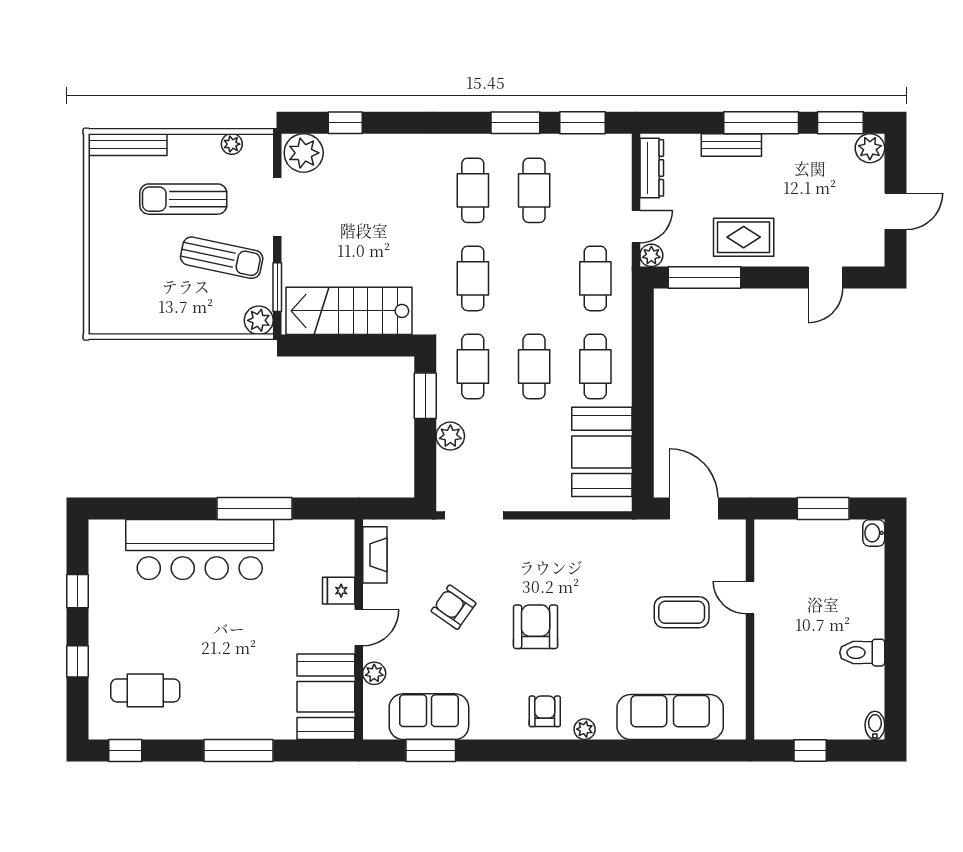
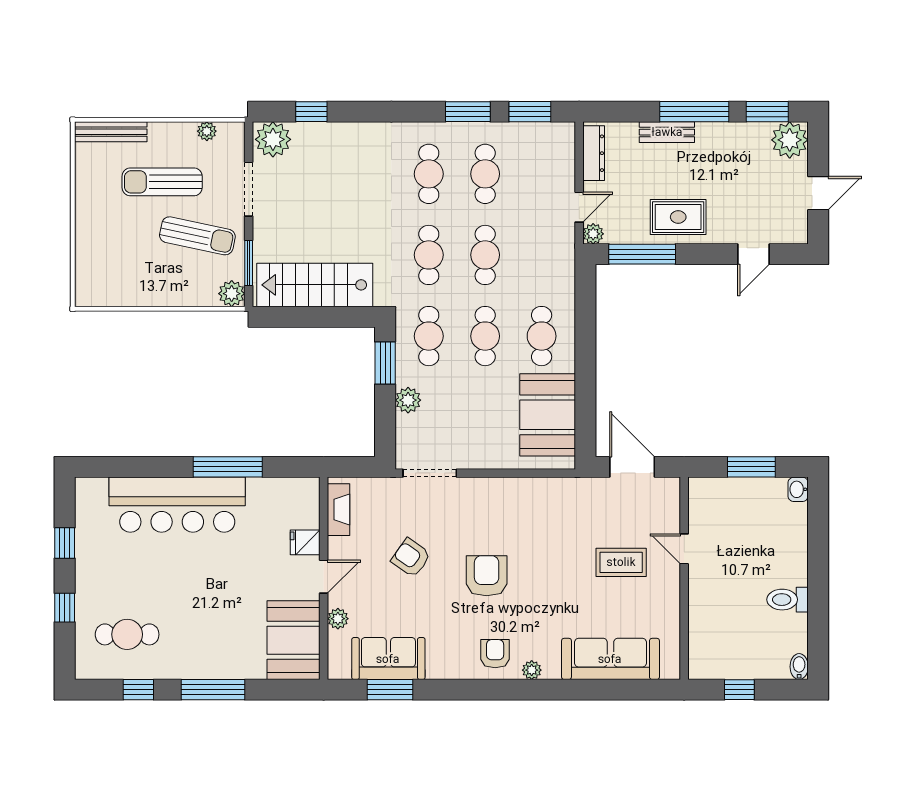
plant: (870, 148) -> (790, 140), width x1.36, depth x1.36
cafe table: (595, 278) -> (485, 255), moved
window: (125, 750) -> (138, 690), moved

